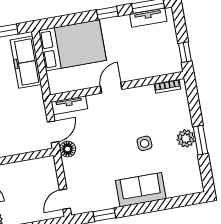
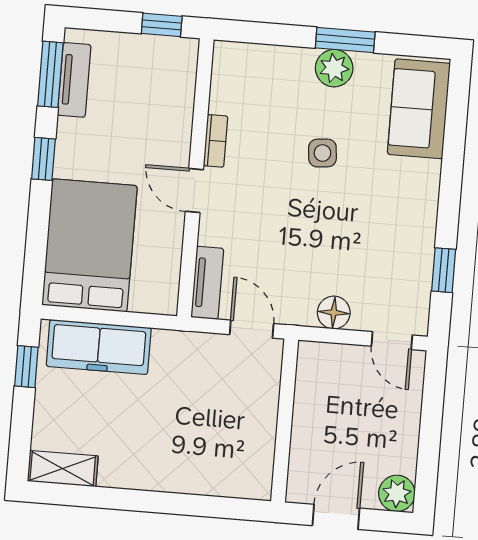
bookcase: (167, 86) -> (216, 141), moved
floor lamp: (68, 149) -> (334, 313), moved
sofa: (141, 190) -> (419, 109), moved

